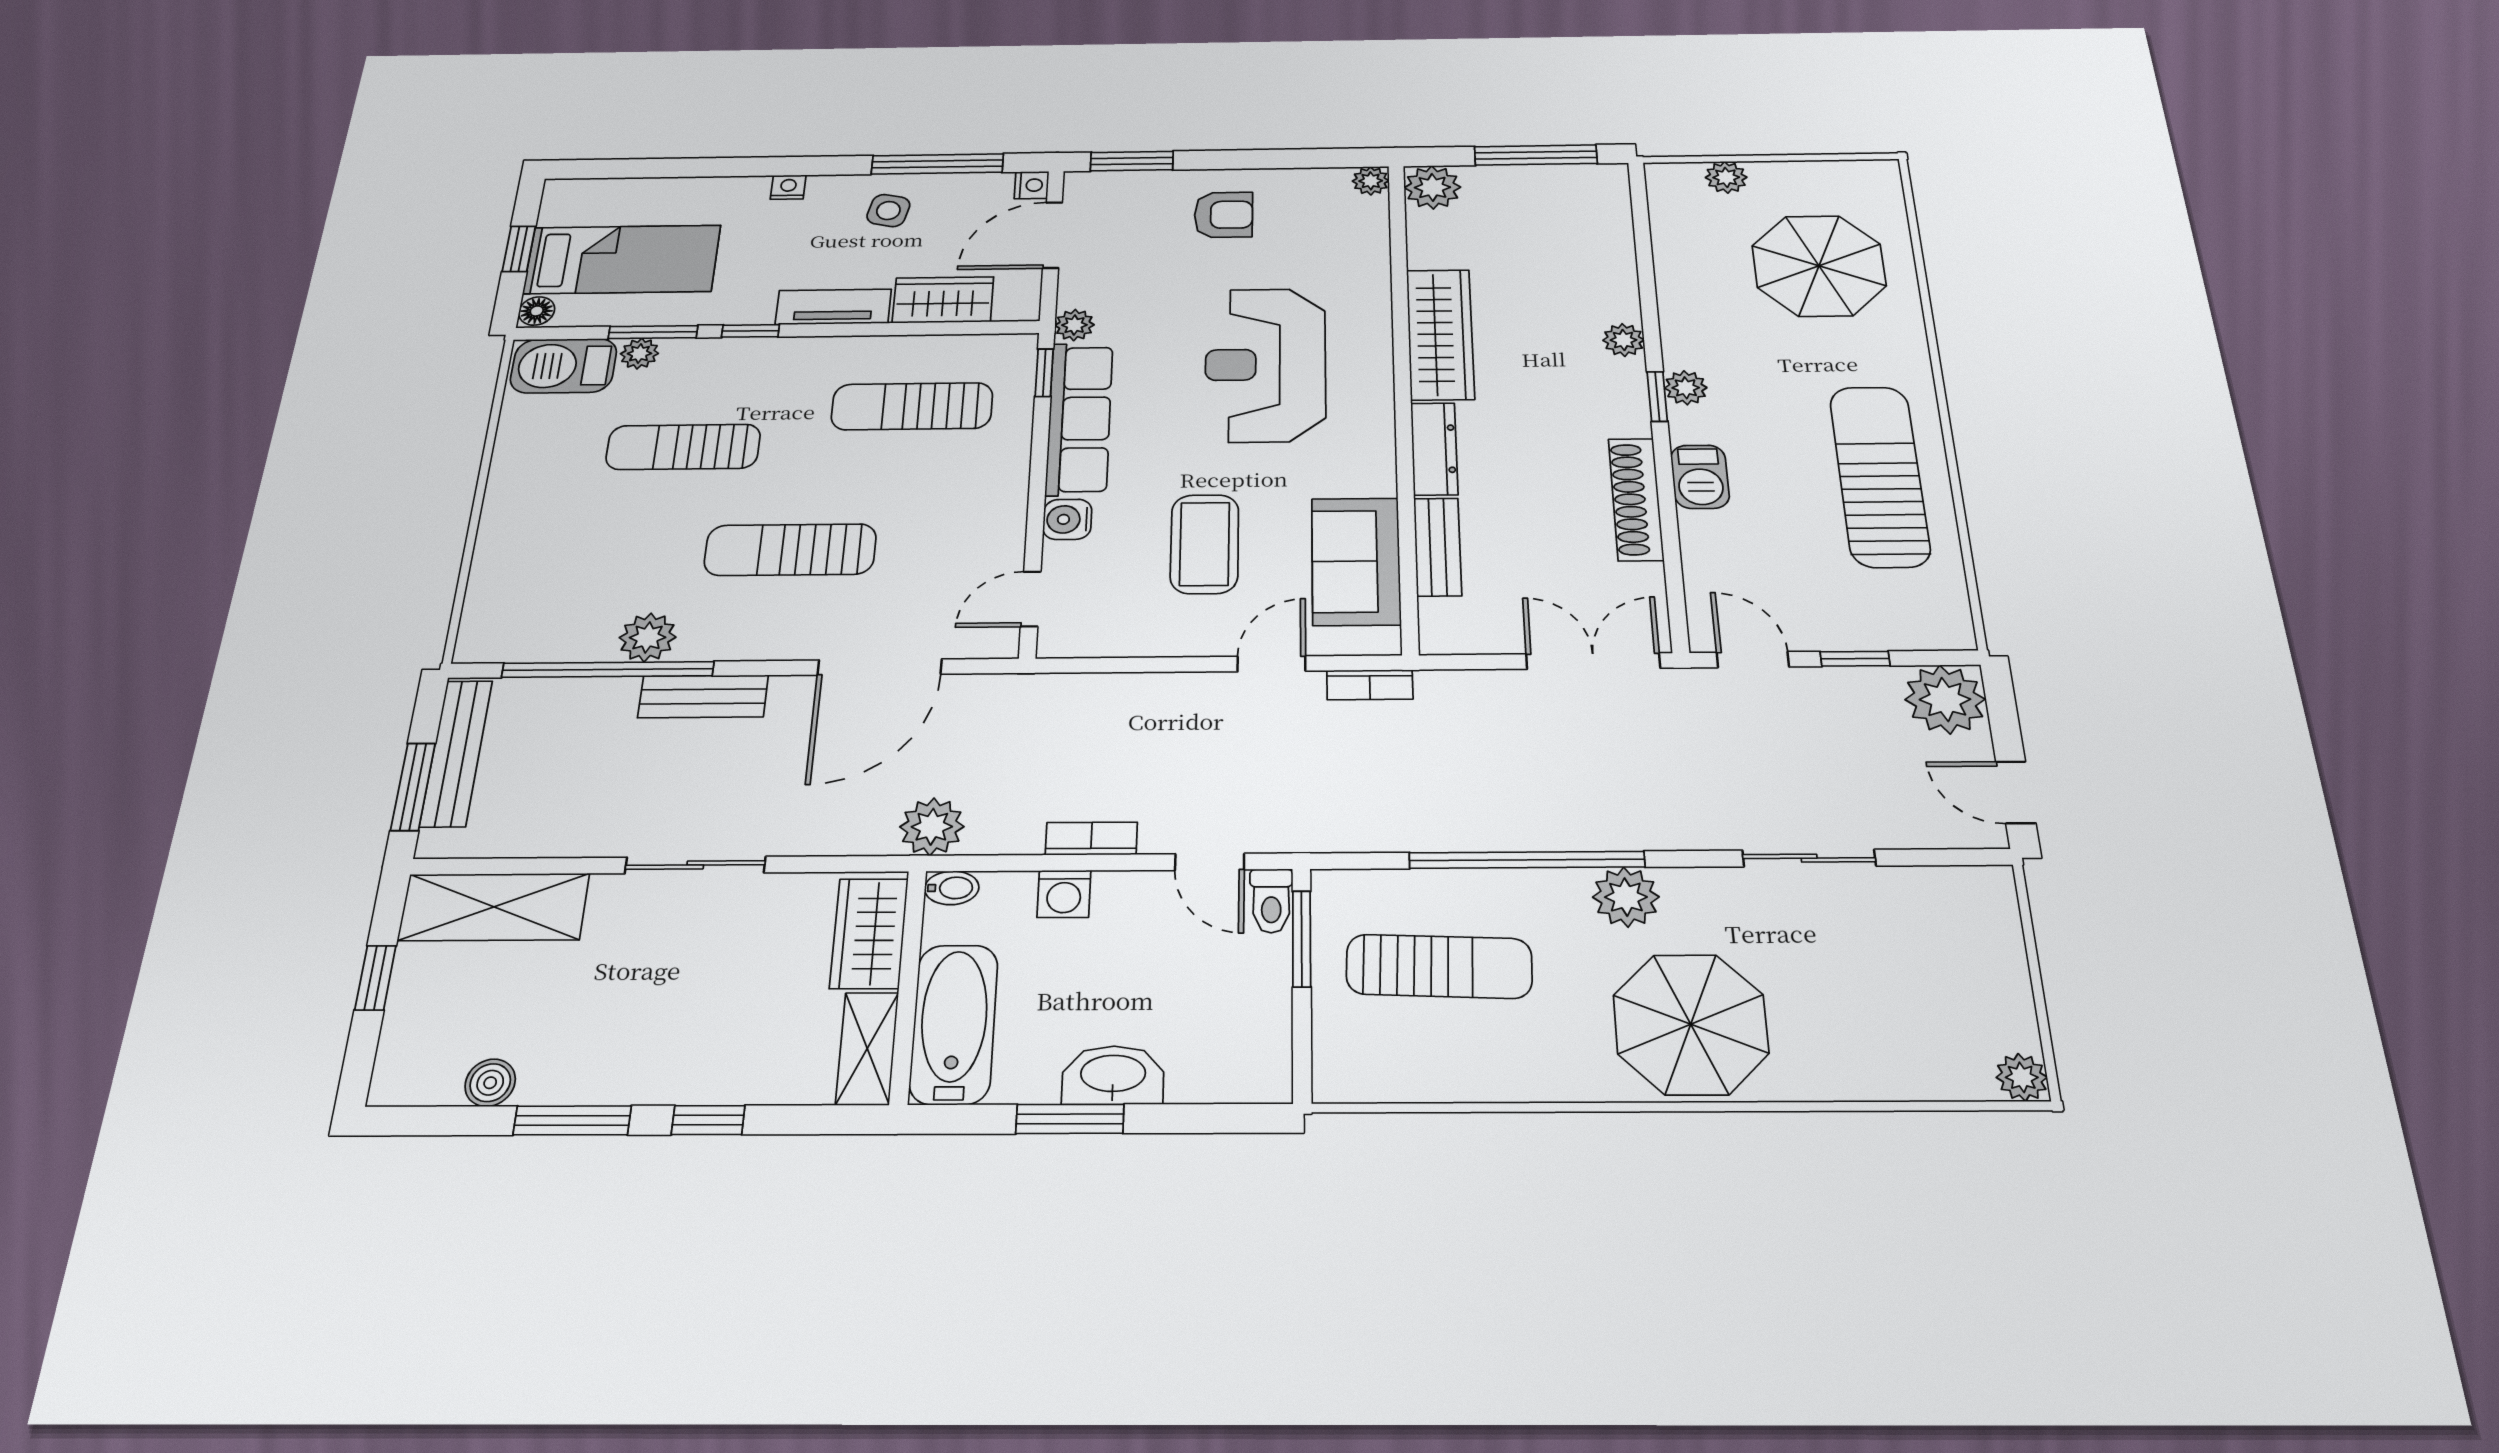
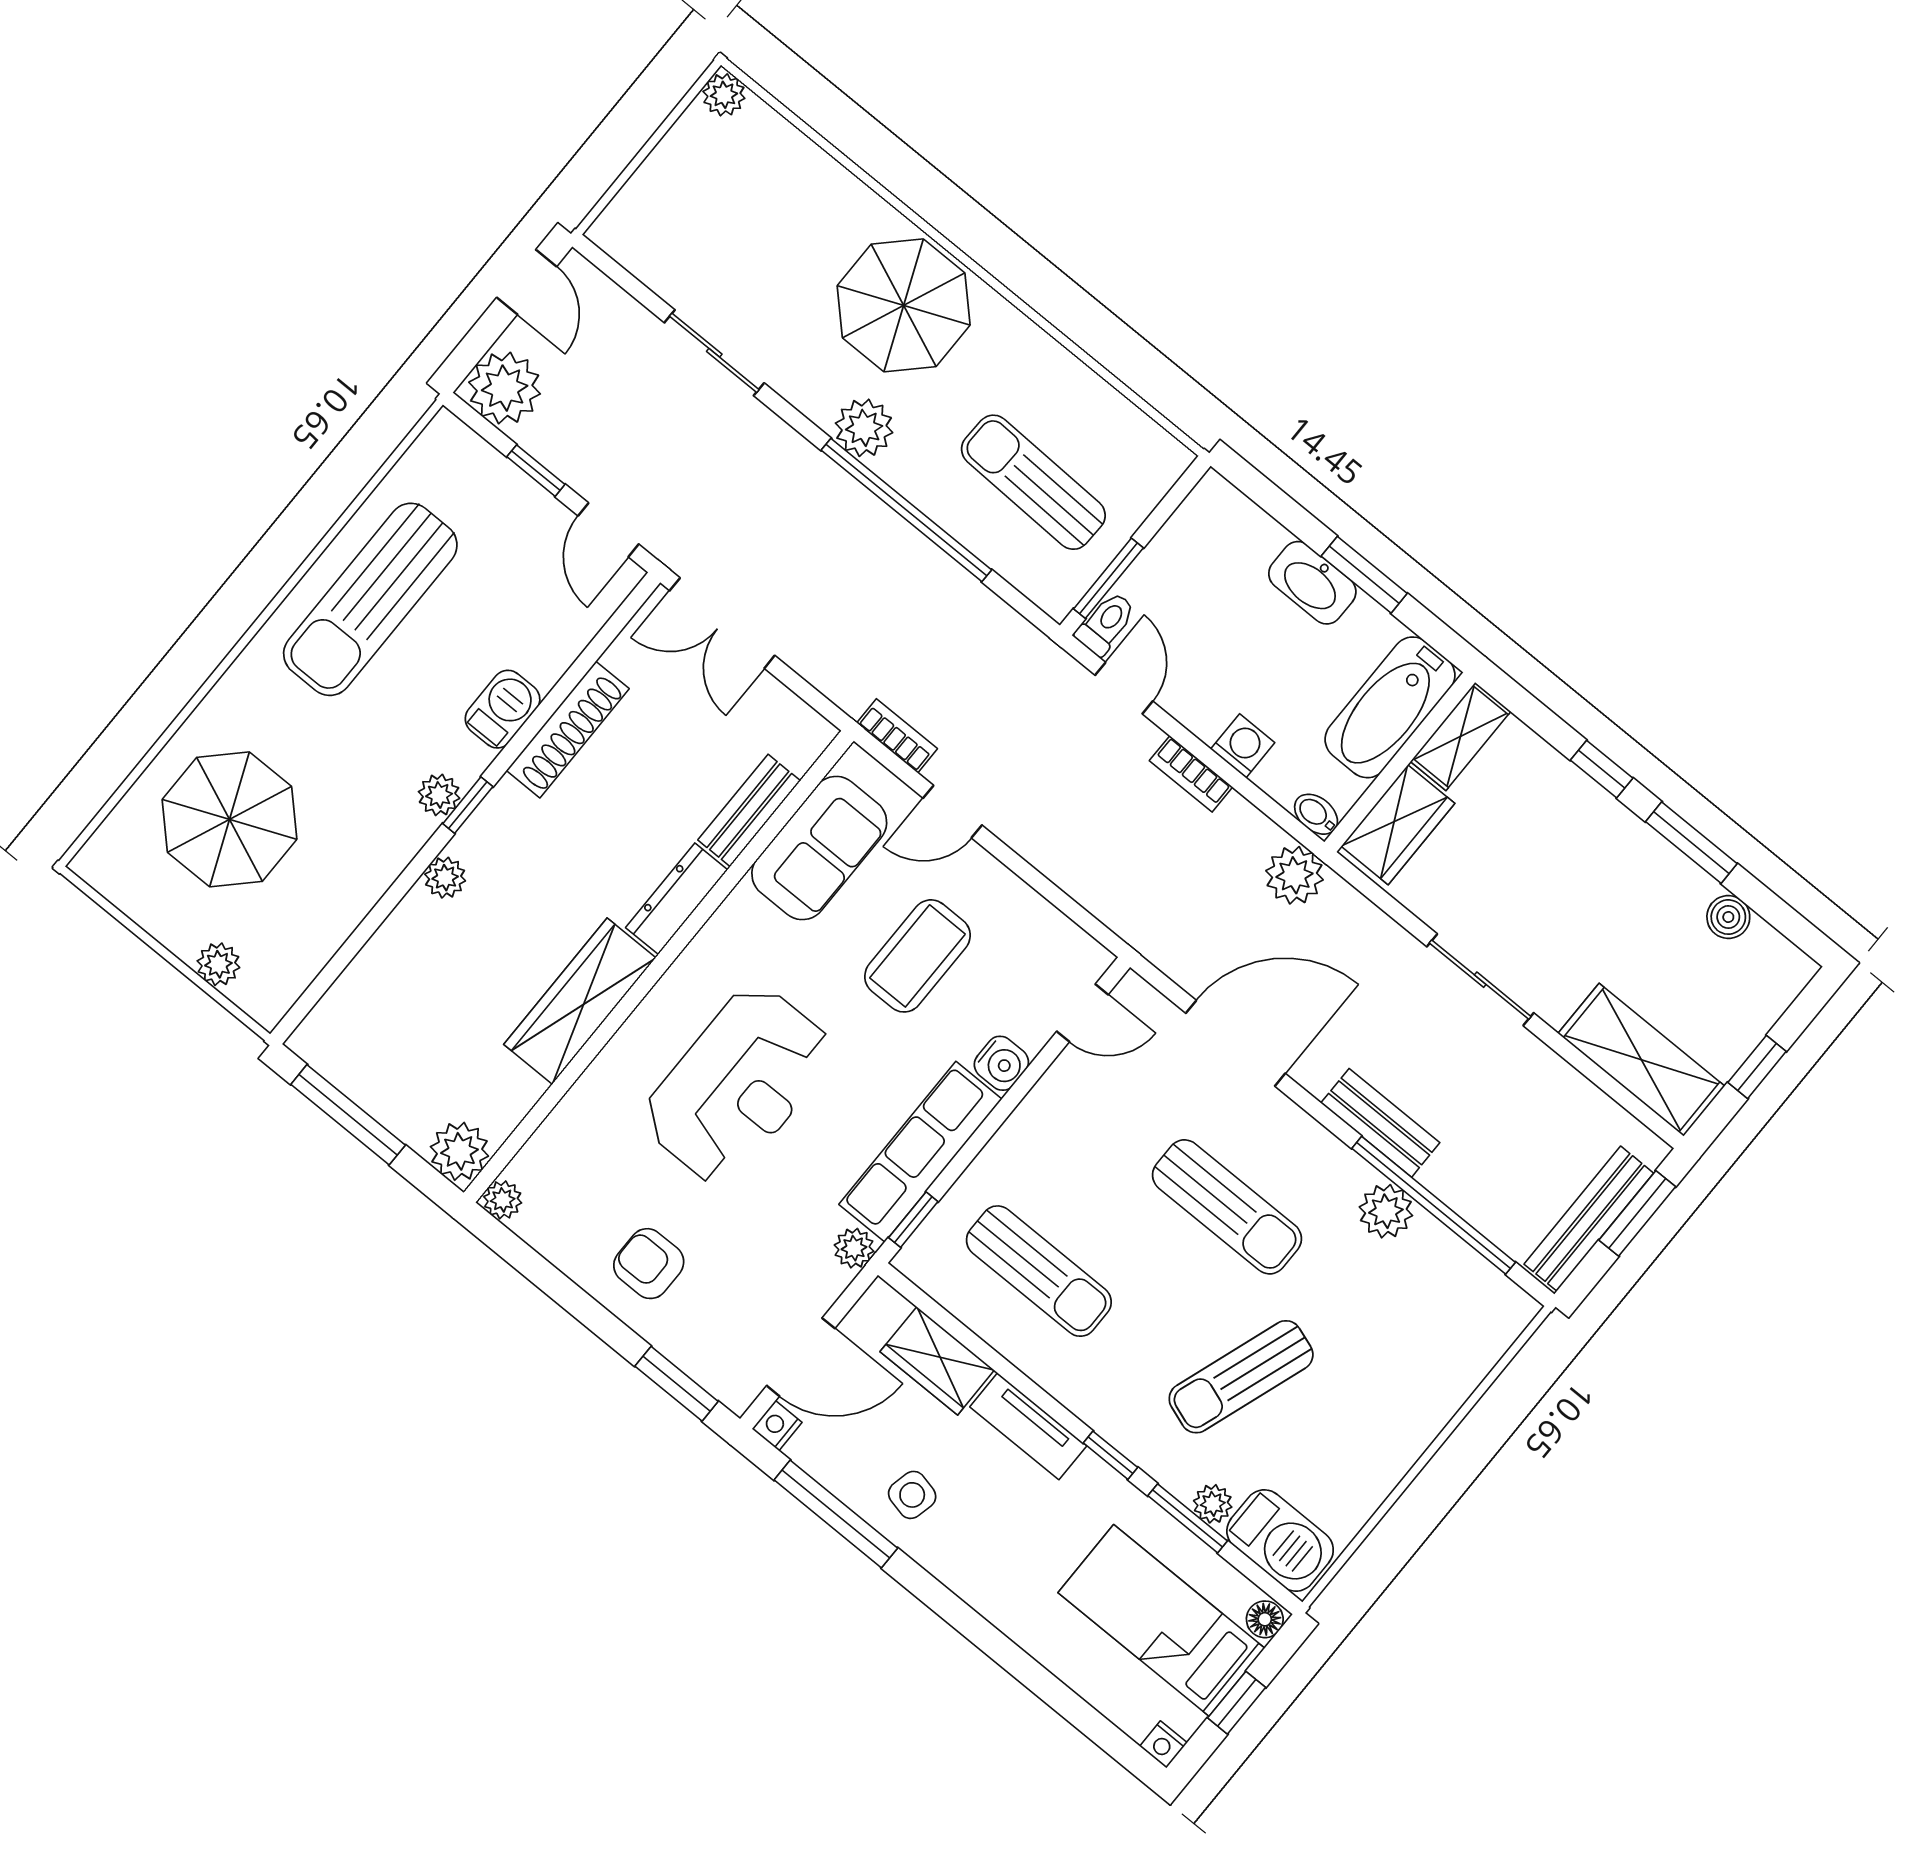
nightstand: (788, 187) -> (1163, 1744), moved
sun lounger: (683, 447) -> (1241, 1377), turned 109

